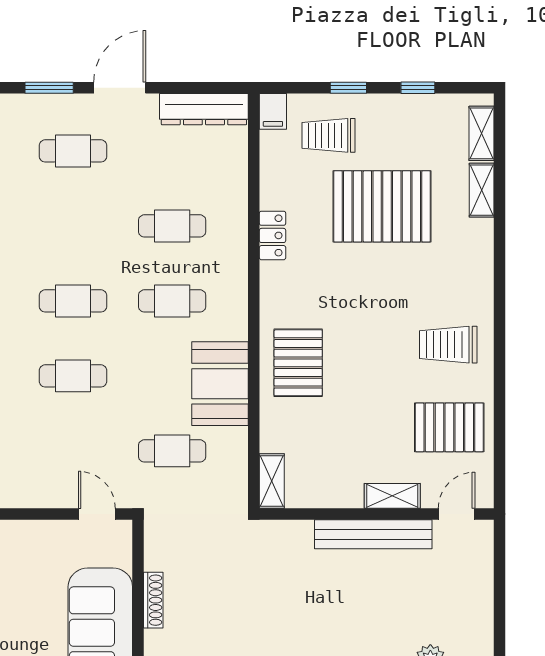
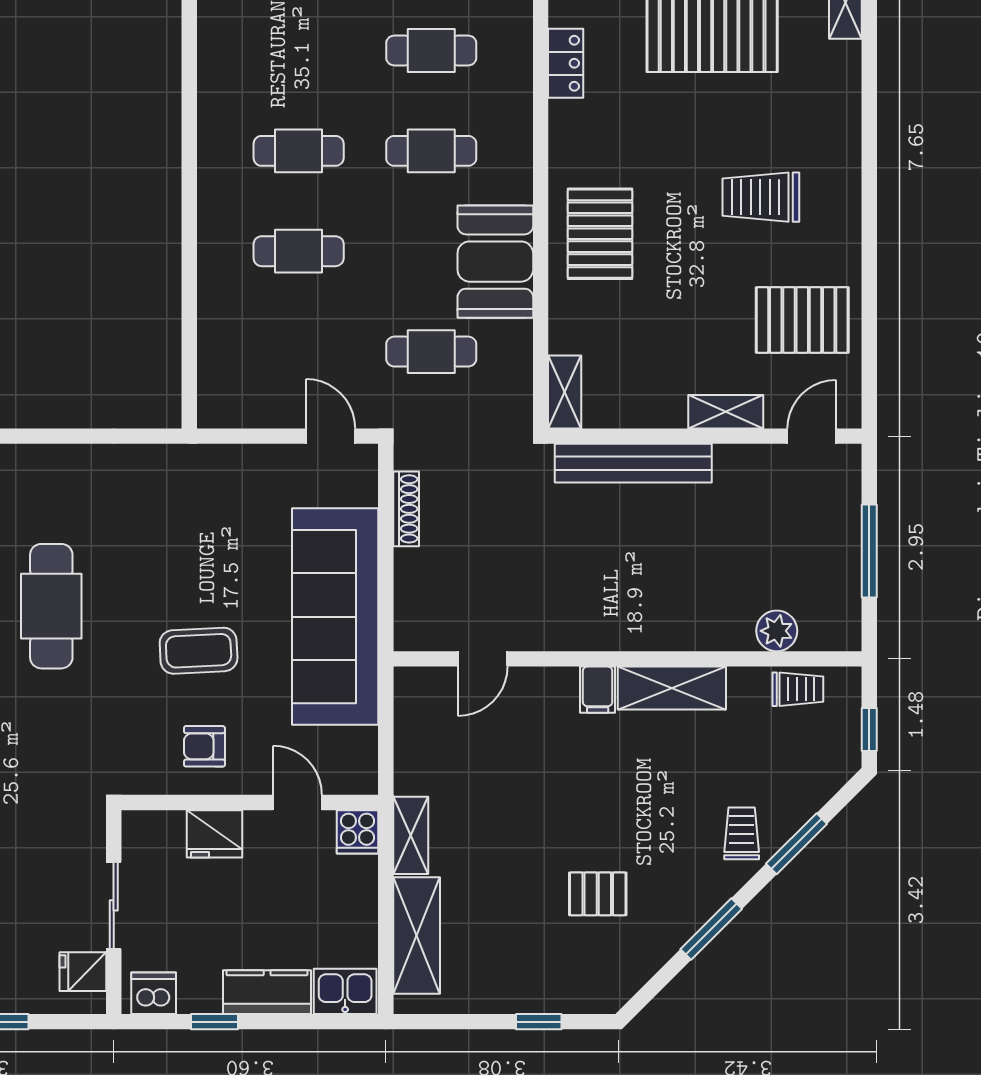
trolley: (448, 345) -> (761, 197), moved
bench: (373, 534) -> (633, 463), moved
shoe rack: (153, 600) -> (406, 509), moved
window: (499, 600) -> (869, 551), added

